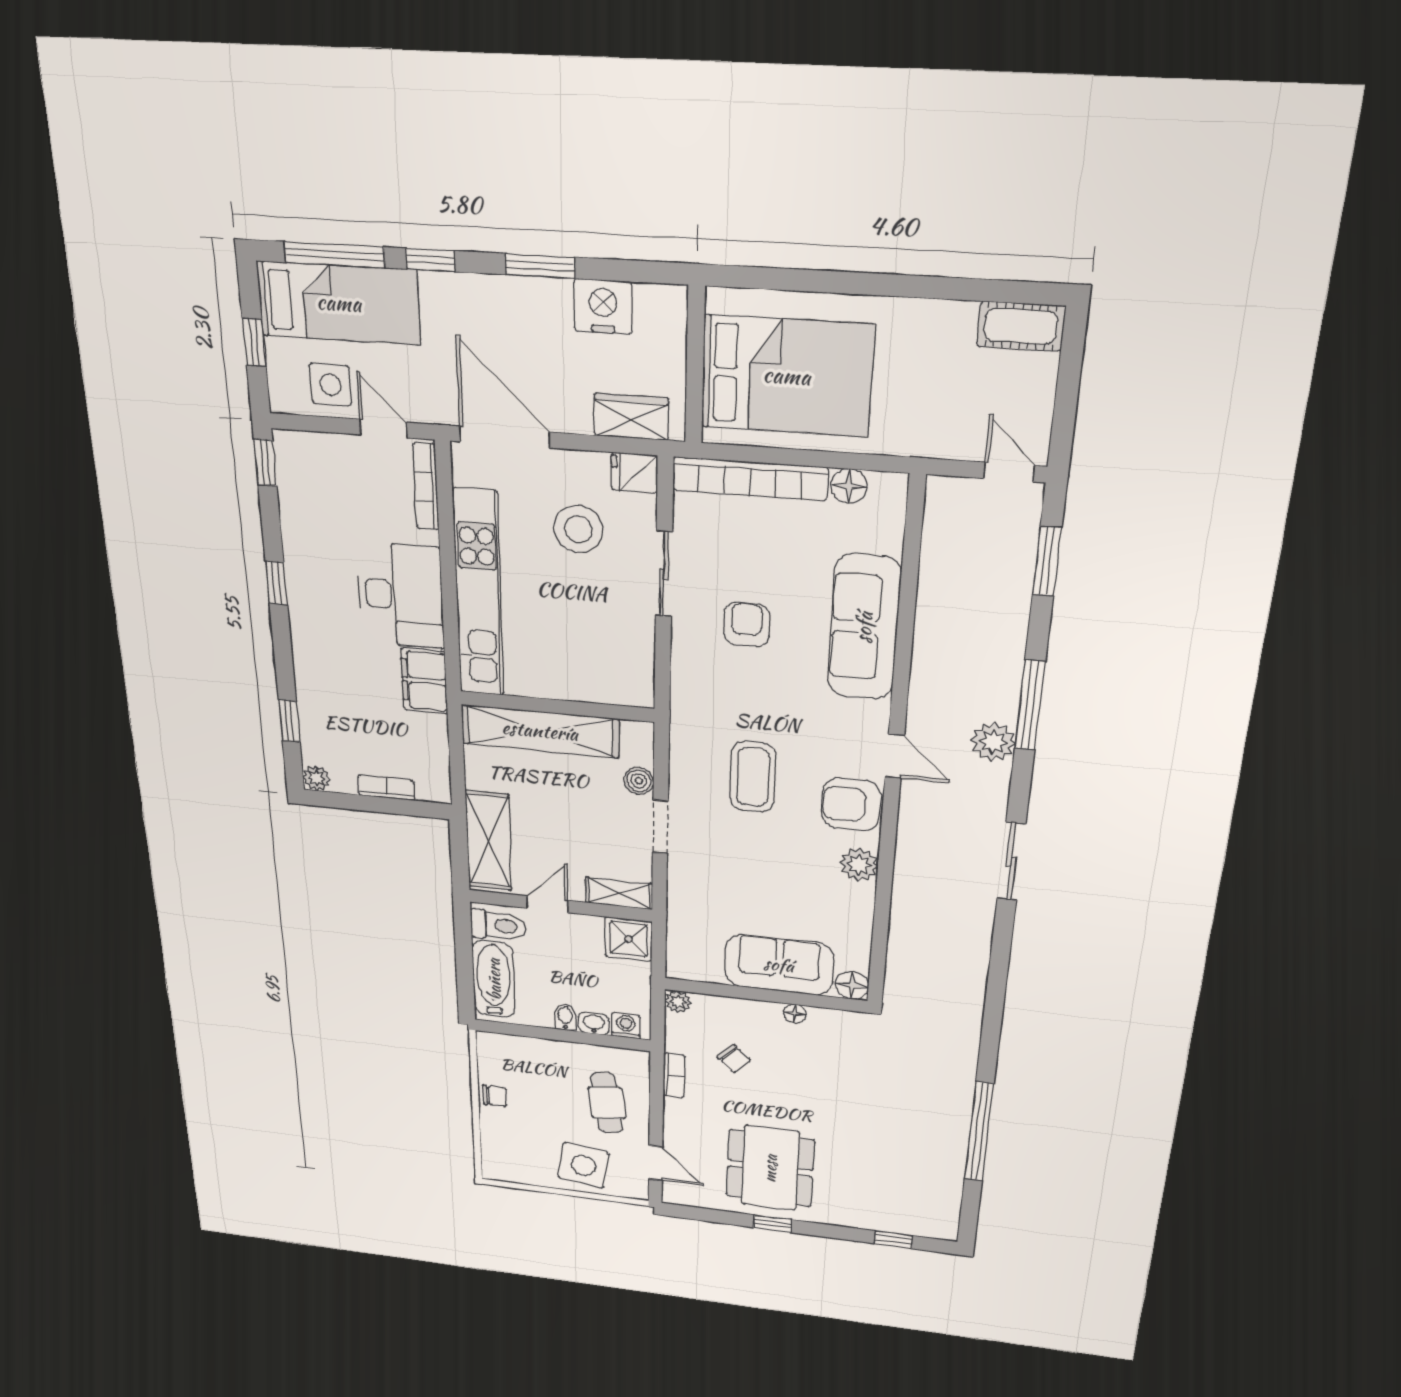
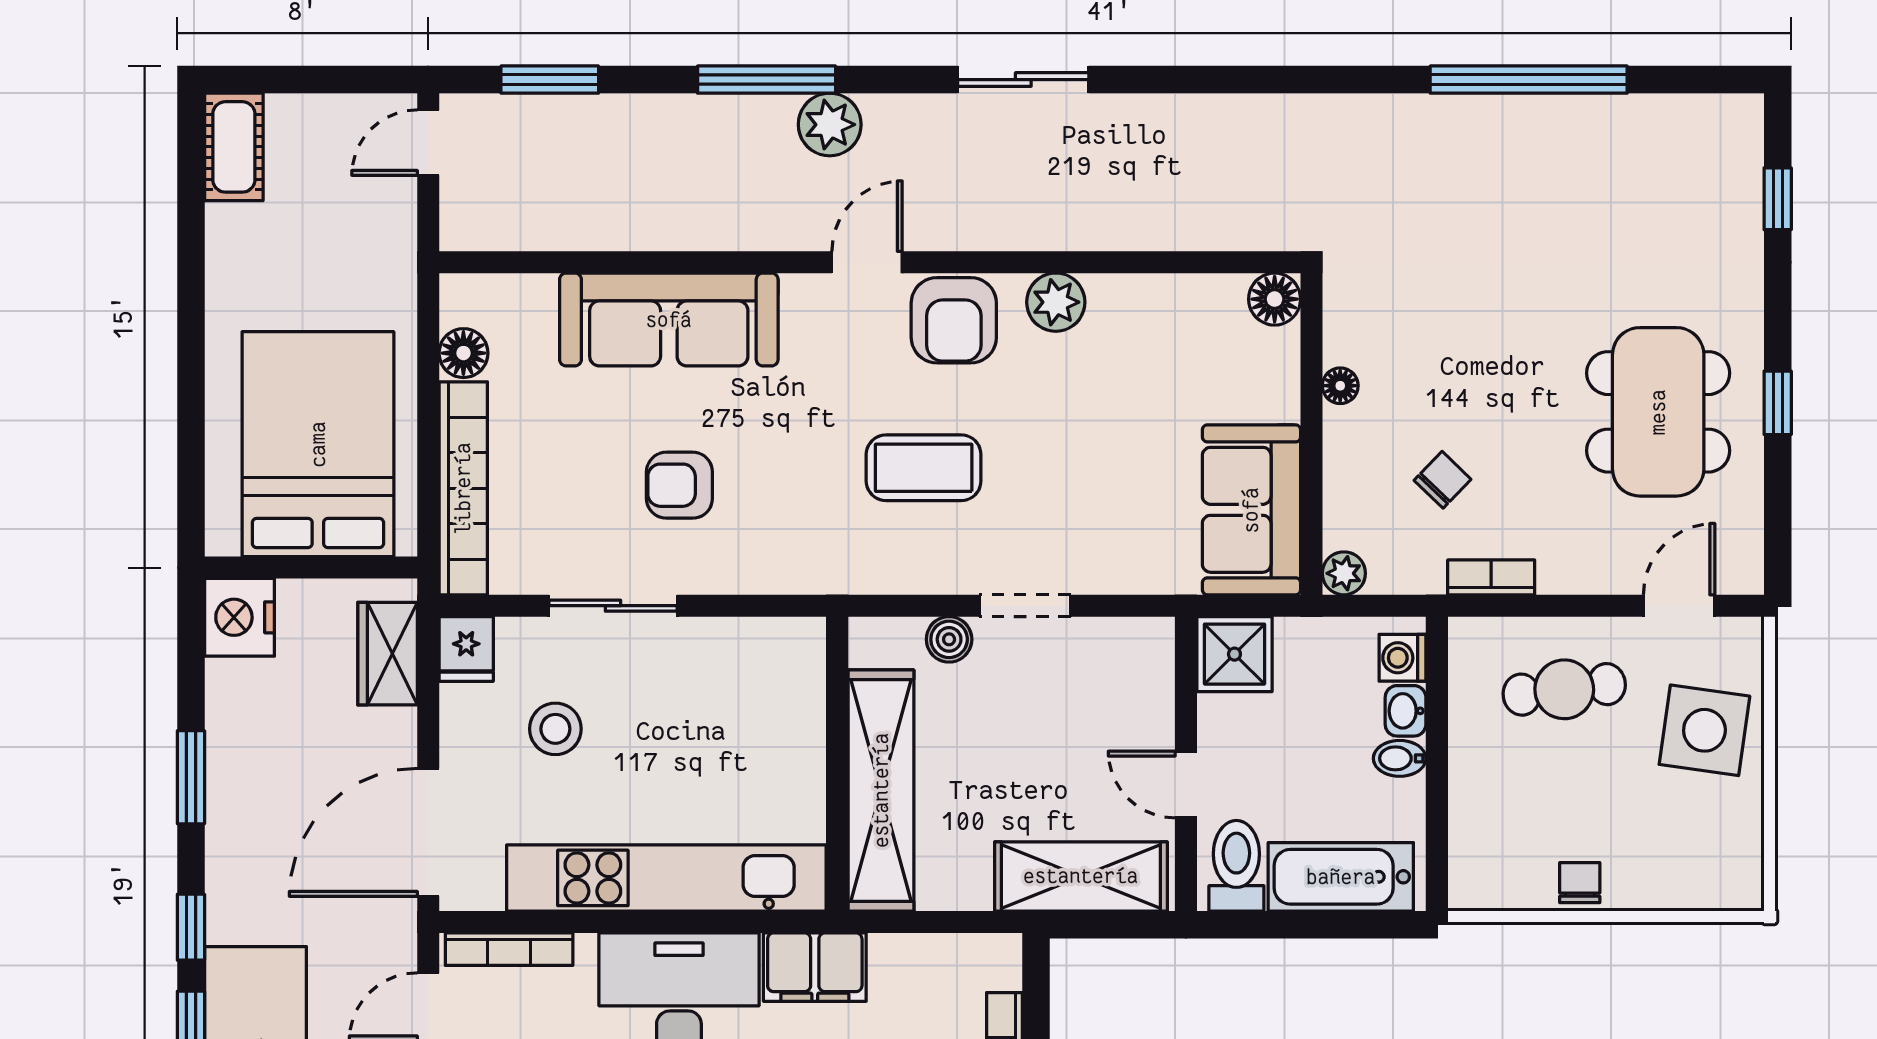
nightstand: (603, 306) -> (240, 617), moved
stool: (578, 529) -> (555, 729), width x0.73, depth x0.73
shelving: (619, 893) -> (1151, 669), removed
sofa: (779, 965) -> (1251, 510), moved
dining table: (770, 1168) -> (1658, 412), turned 90

